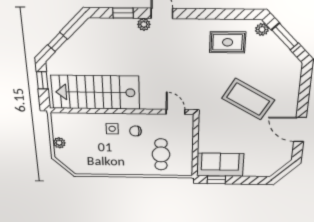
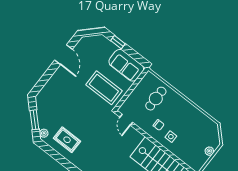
coffee table: (248, 99) -> (104, 88), moved, turned -30
window: (216, 180) -> (118, 42), moved

